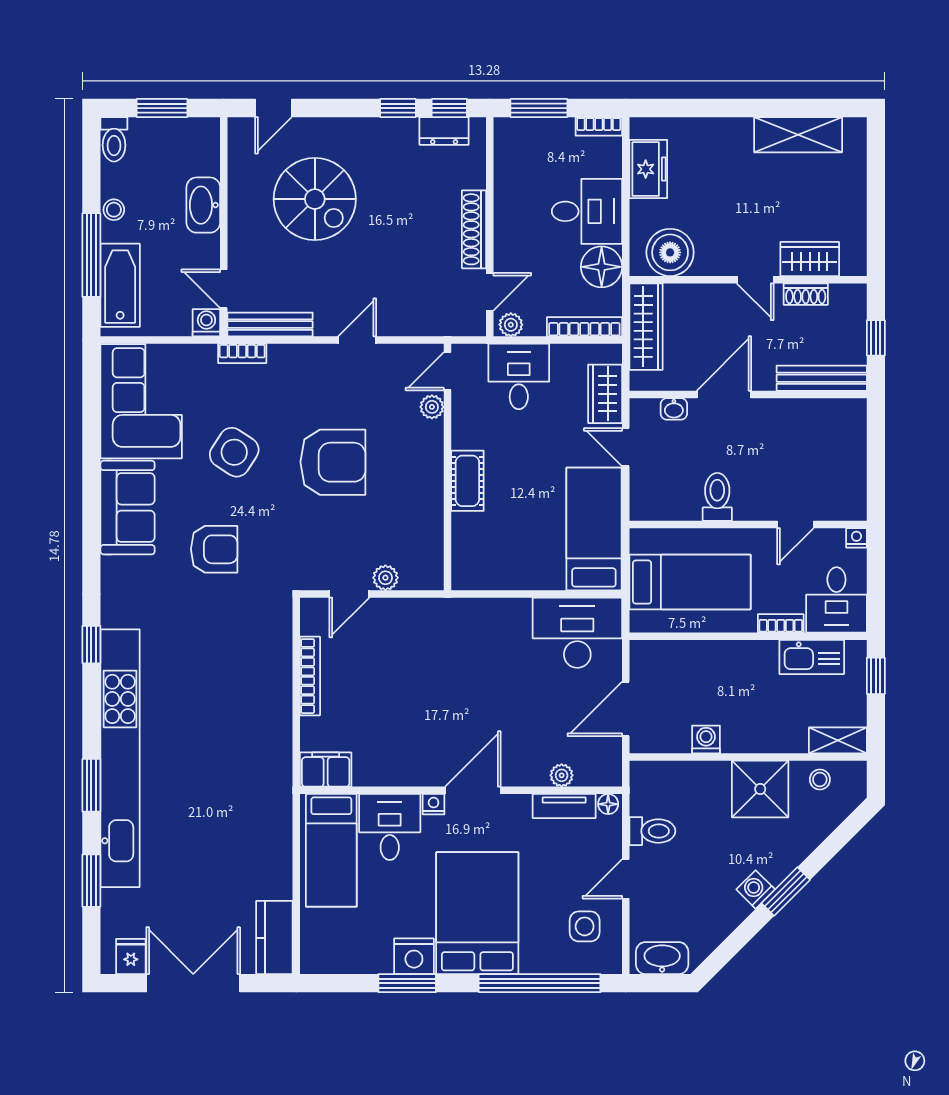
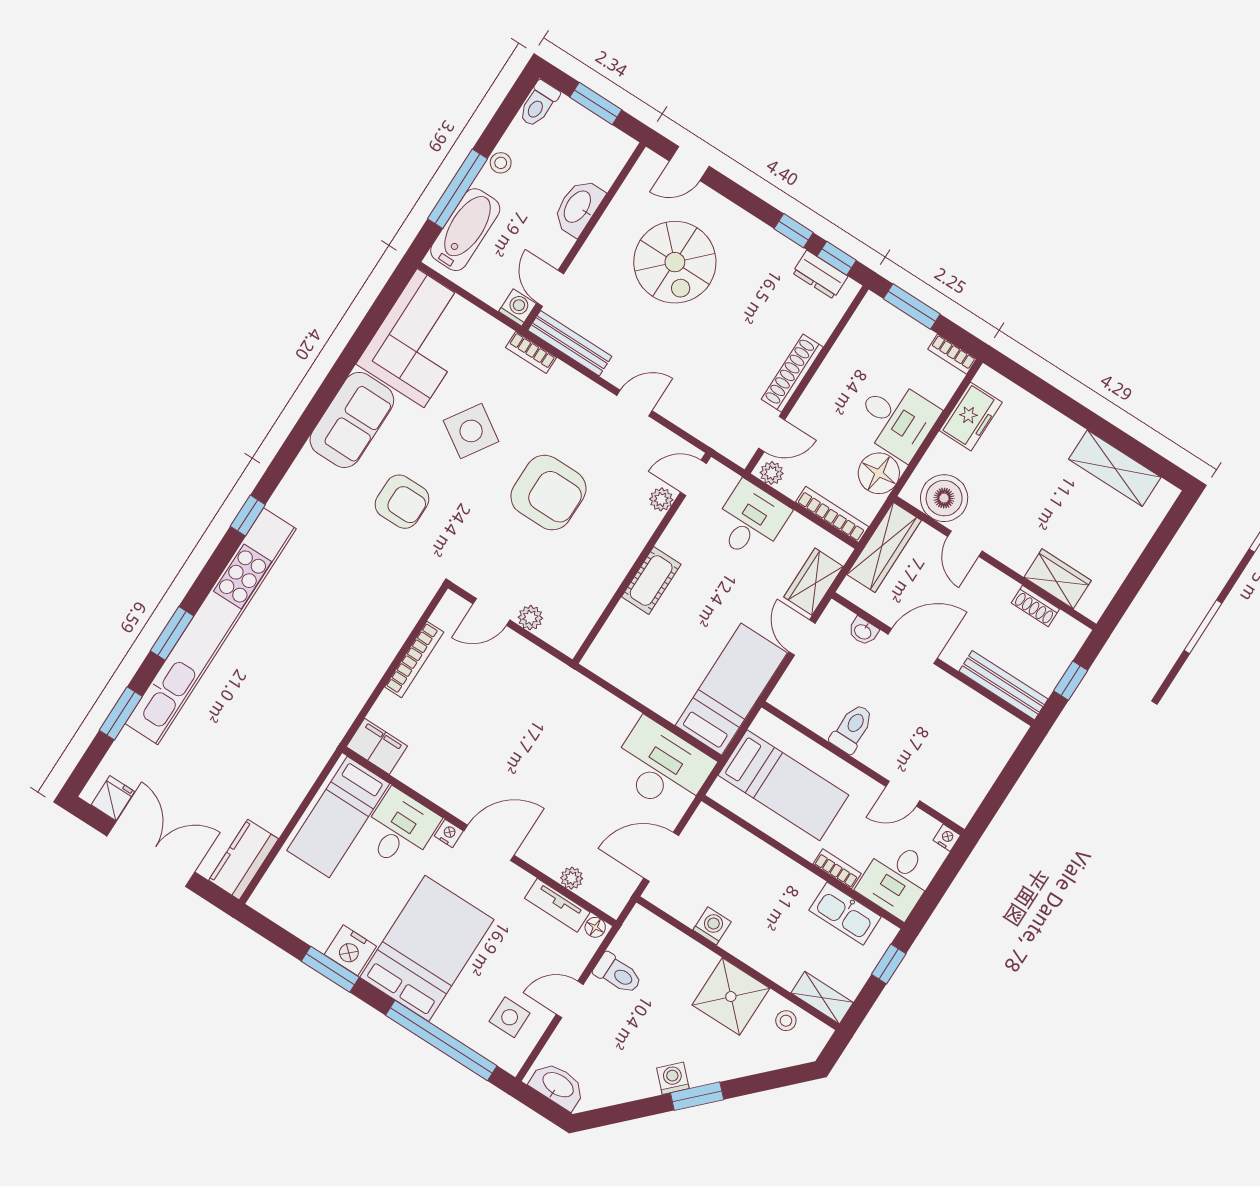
door: (755, 280) -> (965, 544), moved

